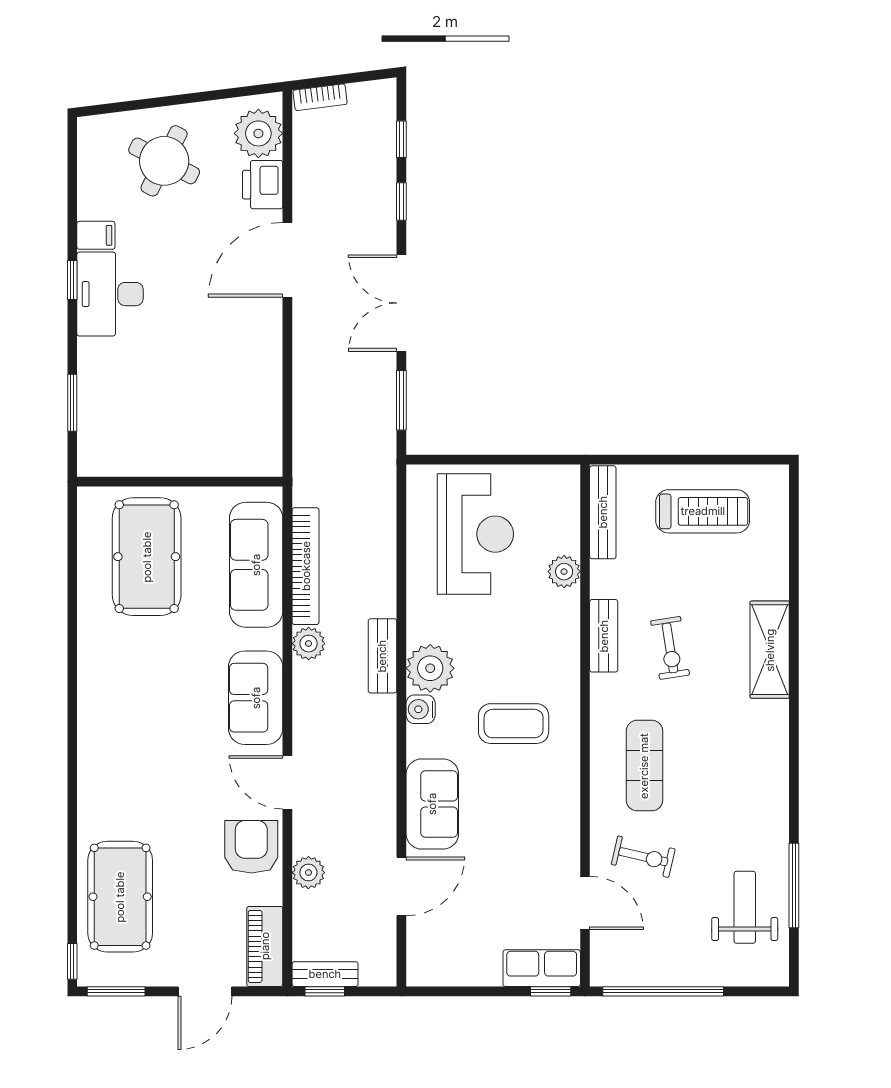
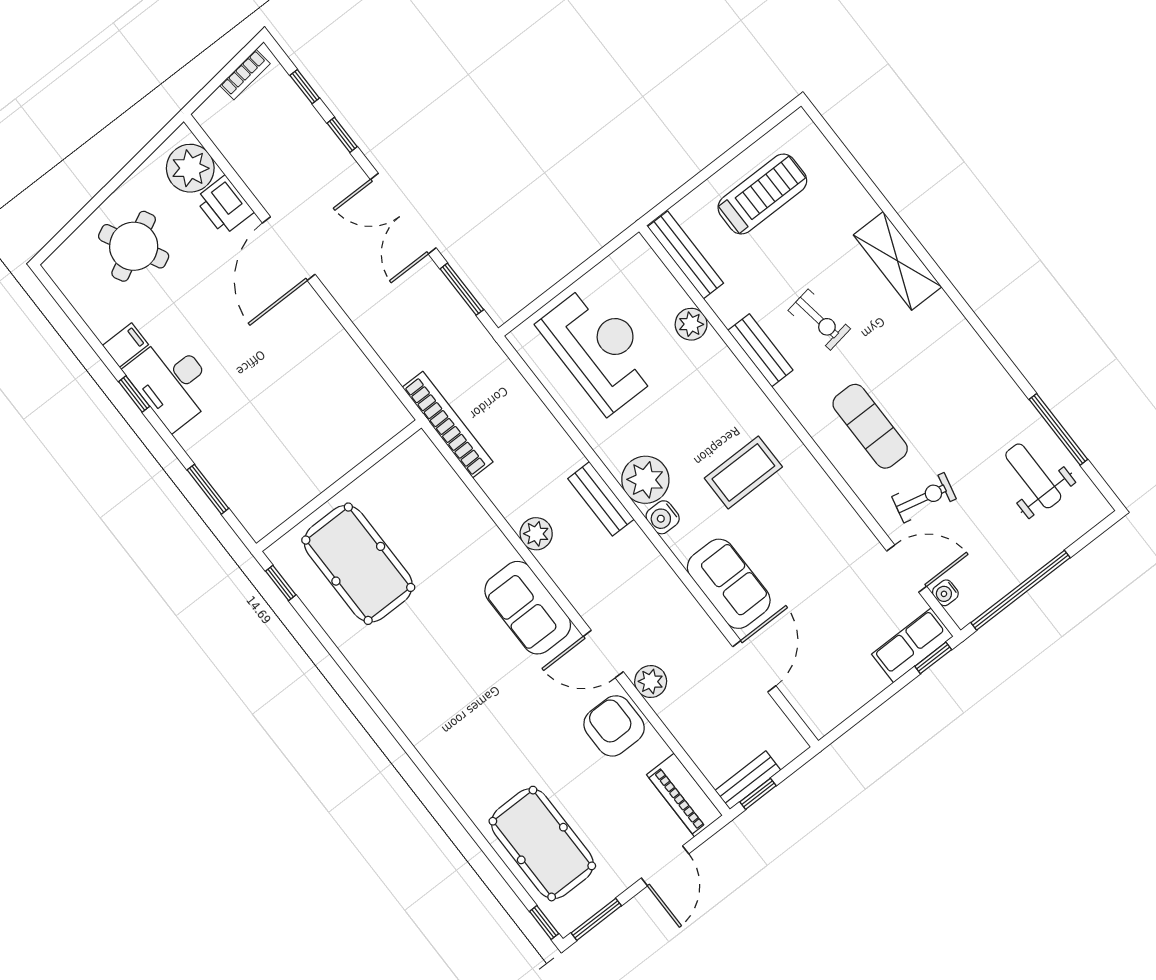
bookcase: (320, 97) -> (245, 75), moved
round table: (164, 161) -> (134, 246), turned 36
window: (72, 524) -> (281, 583), added
sofa: (256, 565) -> (448, 504), removed
bookcase: (306, 566) -> (448, 425), moved
plant: (308, 873) -> (651, 682), moved
water cooler: (601, 946) -> (945, 593), added

